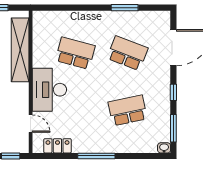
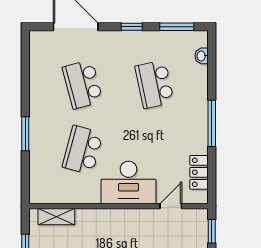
window: (125, 8) -> (25, 134), moved
shelving: (20, 50) -> (56, 217), width x0.45, depth x0.75
school desk: (128, 53) -> (83, 84), turned -36
washbasin: (164, 148) -> (202, 56), moved

